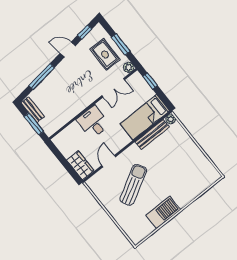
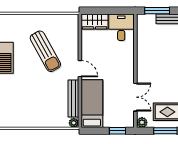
double door: (113, 88) -> (135, 97), swing flipped
desk: (93, 122) -> (121, 27), moved, turned -90
door: (109, 161) -> (80, 69), moved

